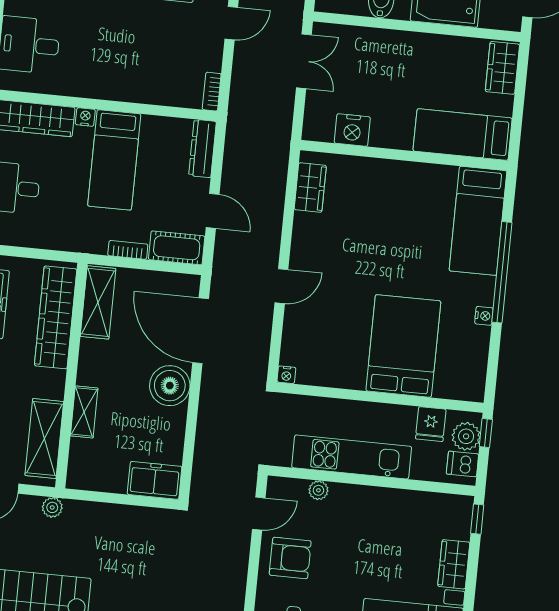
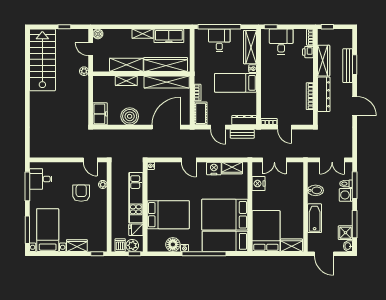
door: (231, 23) -> (285, 127), moved
double door: (304, 61) -> (274, 160), moved
bed: (463, 135) -> (266, 231), width x1.50
bench: (234, 156) -> (242, 134), added
door: (213, 211) -> (218, 127), hinge flipped
bed: (416, 215) -> (225, 215), added
nightstand: (307, 230) -> (214, 168), added
shelving: (98, 302) -> (167, 82), width x1.47
floor lamp: (473, 342) -> (173, 244), added
boiler: (170, 386) -> (130, 116), moved
shelving: (44, 439) -> (126, 65), moved
kitchen unit: (352, 457) -> (136, 198), moved, turned 180
armchair: (290, 558) -> (81, 193), moved, turned 180

